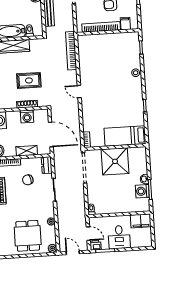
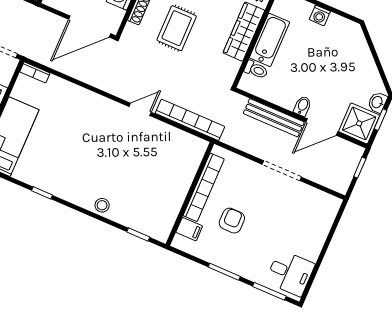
door: (79, 92) -> (140, 109), moved
door: (51, 134) -> (90, 27), moved

